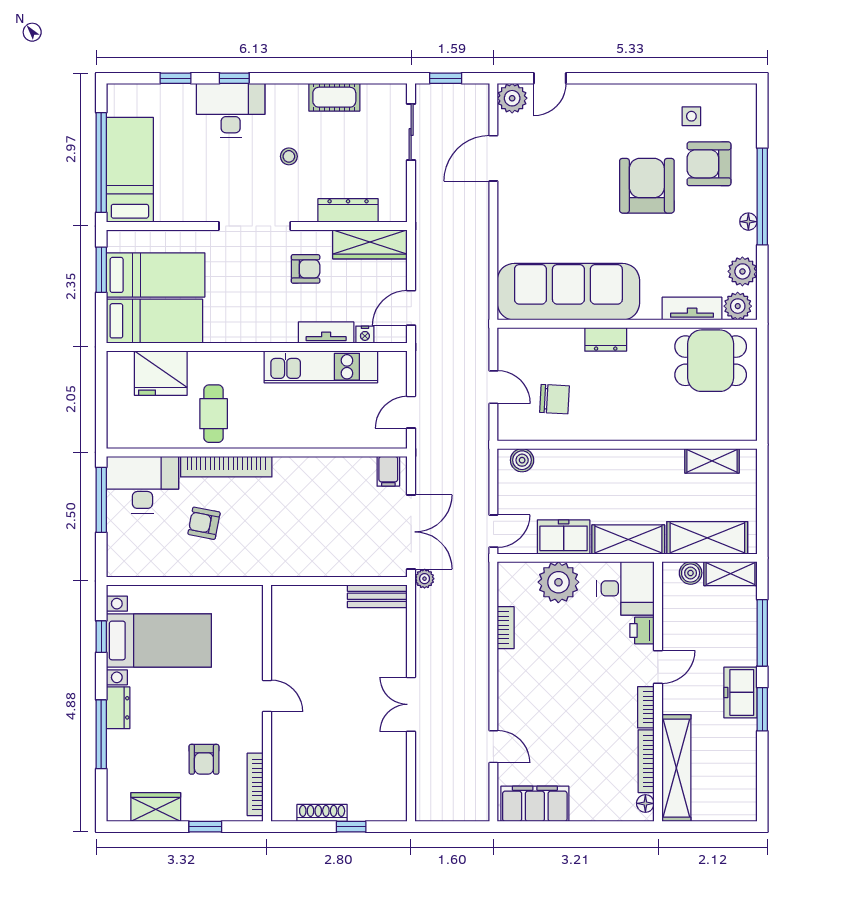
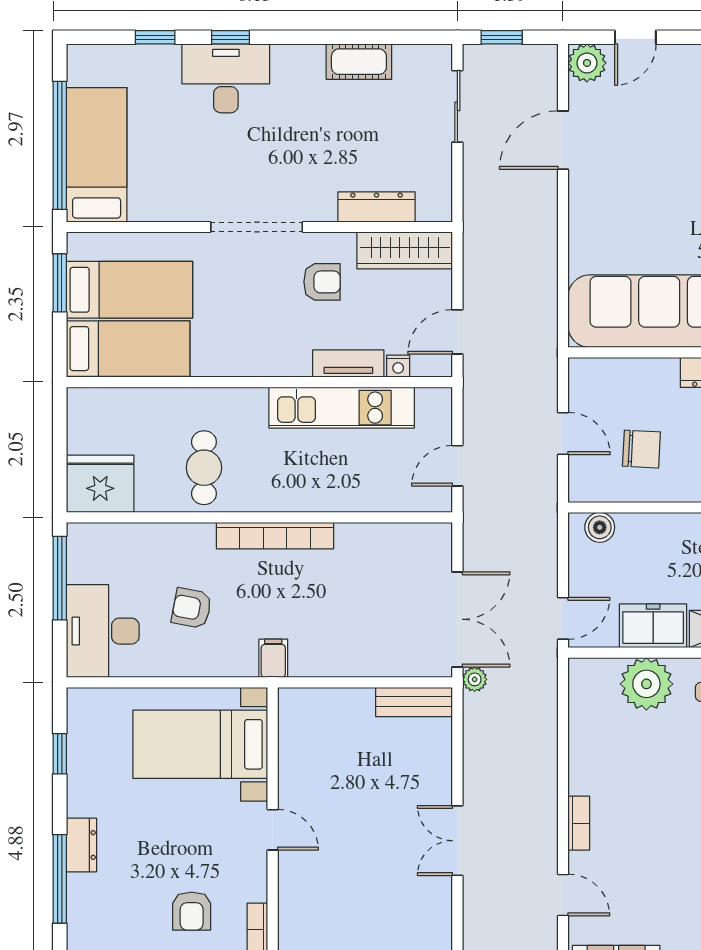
stool: (289, 156) -> (301, 138), removed
fridge: (161, 373) -> (100, 484), moved, turned 180
bookcase: (226, 467) -> (275, 536), moved
filing cabinet: (388, 471) -> (273, 658), moved, turned 180
desk: (142, 485) -> (103, 631), moved, turned -90
bookcase: (506, 628) -> (579, 823), moved
bed with nightstands: (159, 640) -> (200, 744), moved, turned 180

